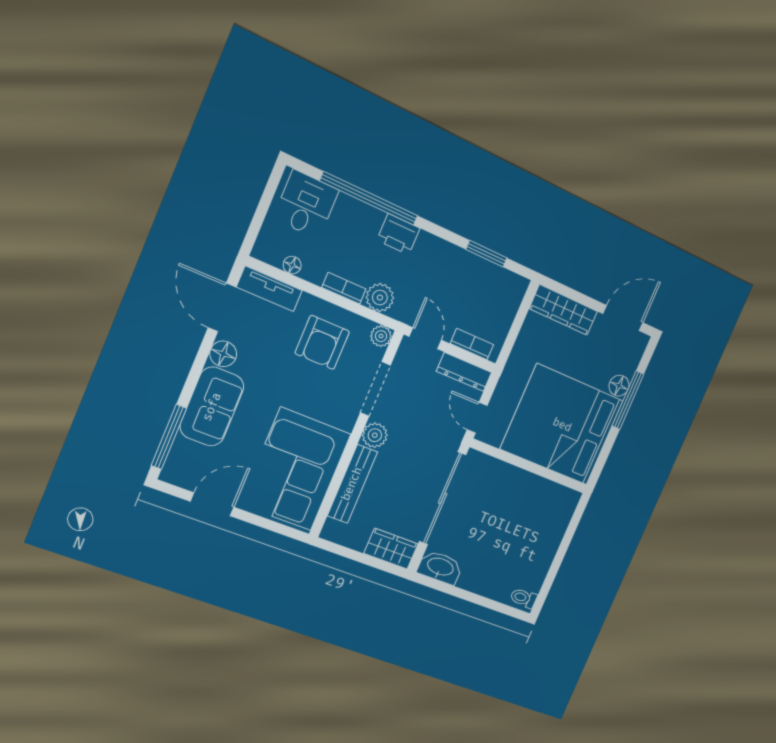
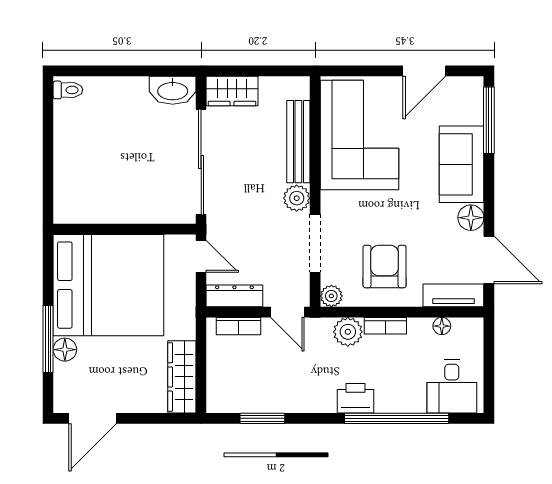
wardrobe: (563, 310) -> (182, 377), moved, turned -90

